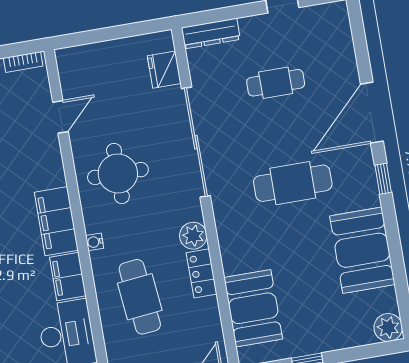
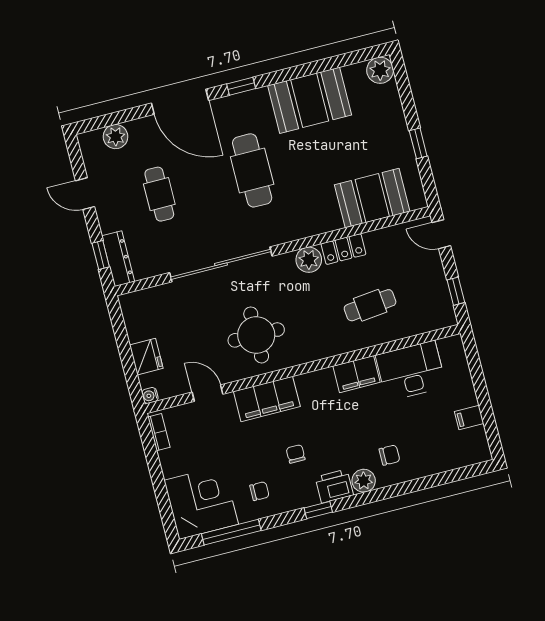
window: (216, 15) -> (101, 255), added
plant: (340, 41) -> (116, 137), added
fridge: (164, 70) -> (146, 357), moved, turned -90
filing cabinet: (56, 221) -> (267, 399), moved
water cooler: (95, 242) -> (150, 395), moved, turned 90
cafe table: (140, 297) -> (370, 305), width x0.73, depth x0.74

